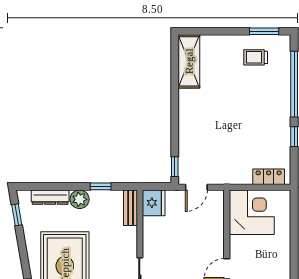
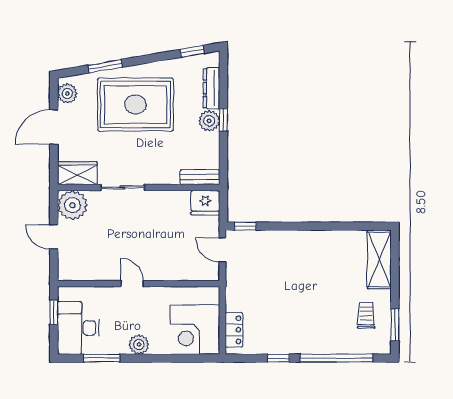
shelving: (189, 61) -> (379, 259), moved, turned 90
window: (101, 186) -> (223, 120), moved
corner desk: (252, 212) -> (195, 330), moved, turned 90
plant: (282, 263) -> (139, 344), added

